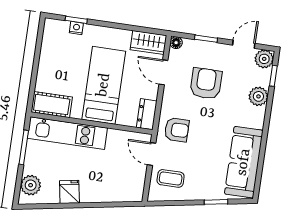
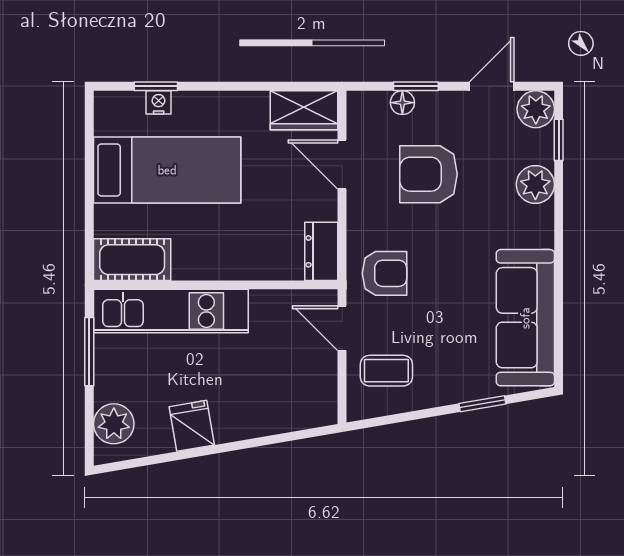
floor lamp: (176, 43) -> (402, 103), moved
armchair: (206, 83) -> (429, 174), turned -90
bed: (104, 85) -> (167, 170), moved, turned 90

